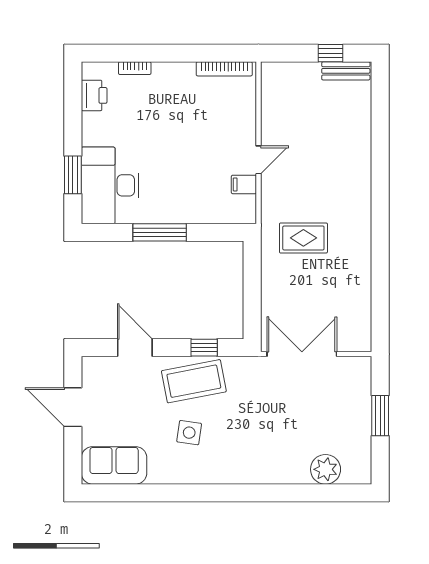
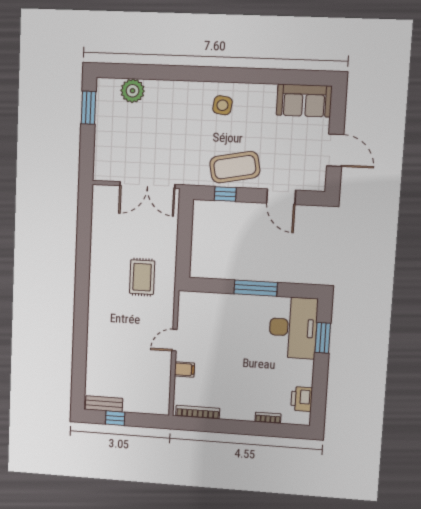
filing cabinet: (244, 184) -> (184, 369), moved
rug: (303, 238) -> (142, 277), turned 90
window: (380, 416) -> (89, 108), moved
side table: (189, 433) -> (222, 105), moved

